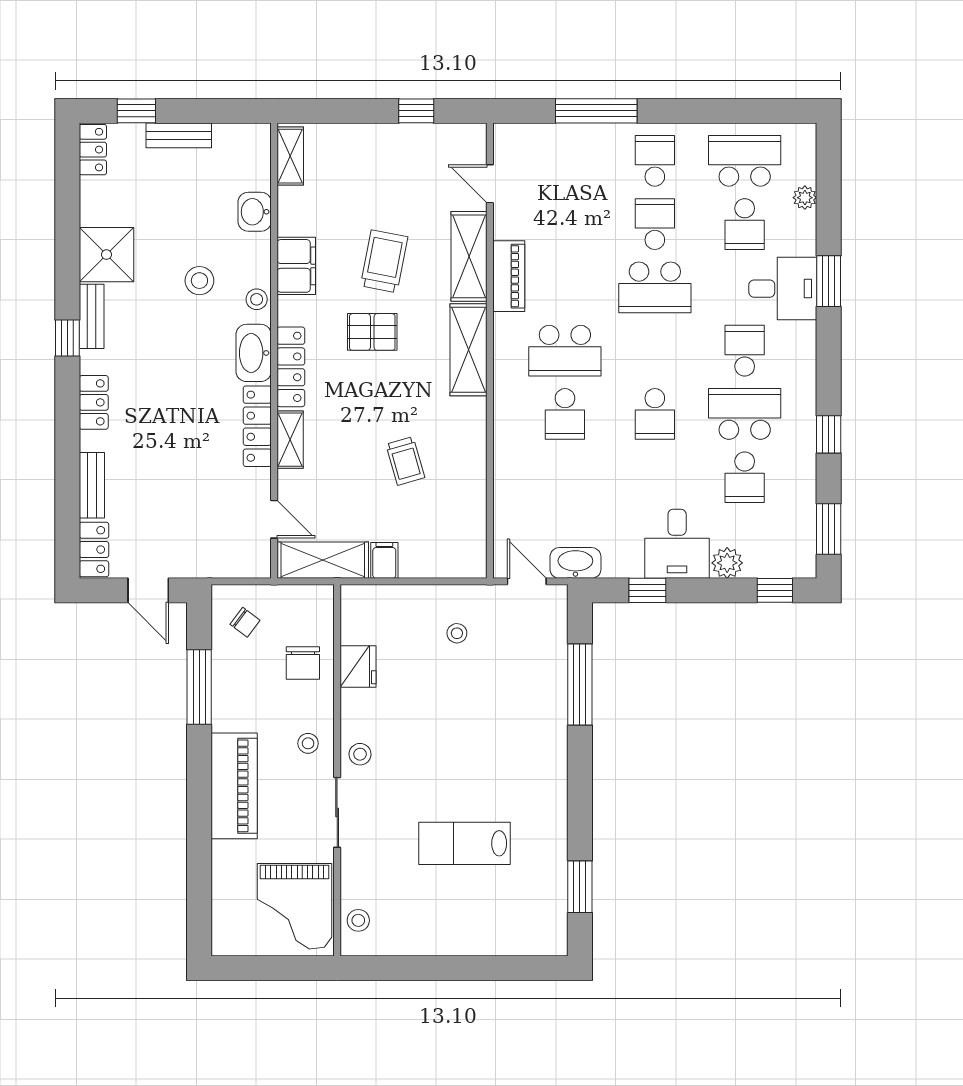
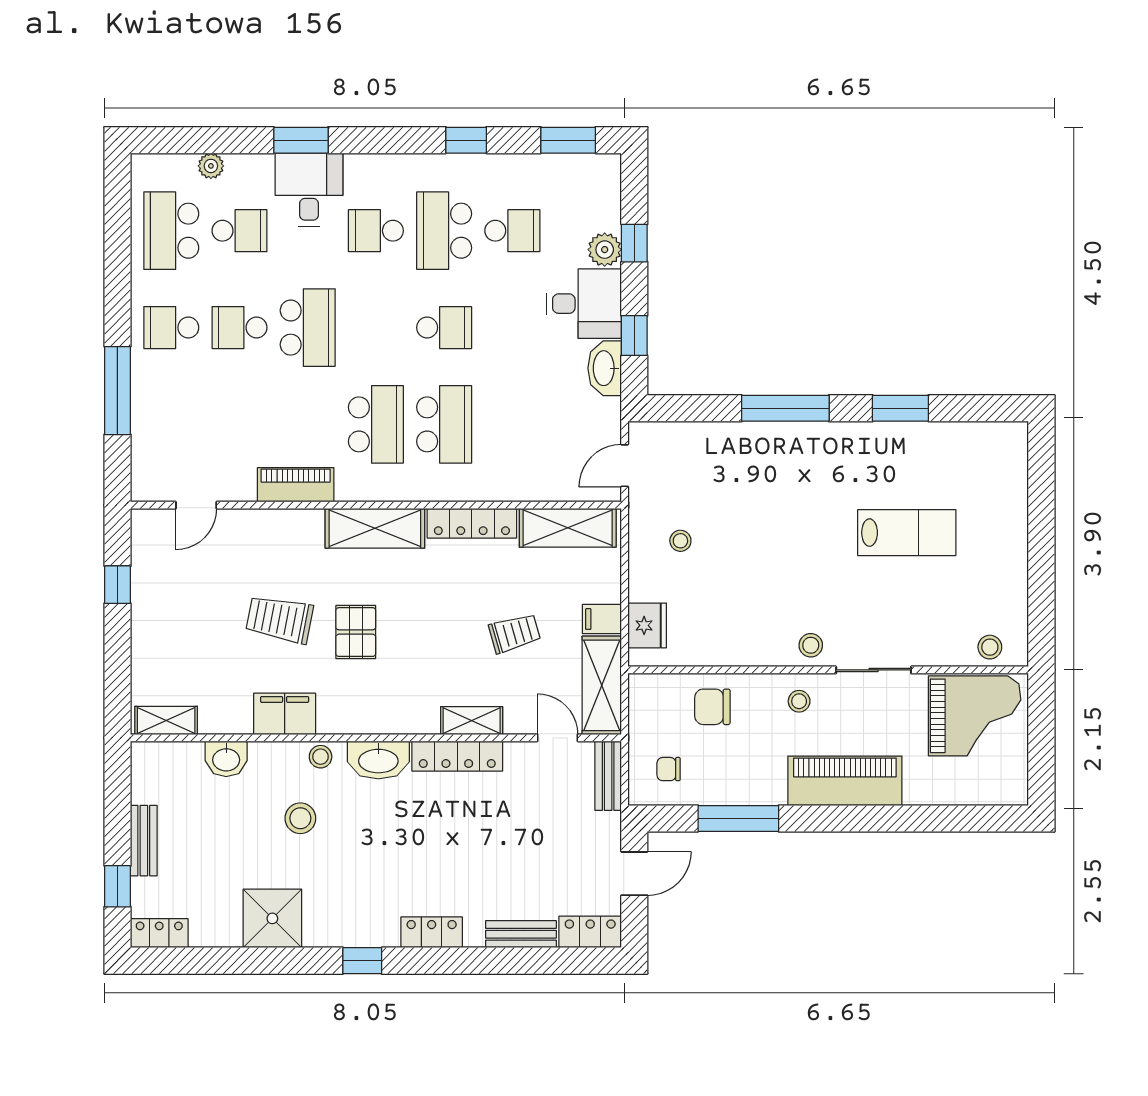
shelving: (469, 256) -> (568, 528), moved
bench: (92, 316) -> (608, 776), moved, turned 90
locker: (291, 367) -> (472, 523), moved, turned 180
school desk: (565, 414) -> (444, 424), width x1.85
trolley: (405, 461) -> (515, 633), moved
door: (274, 519) -> (557, 738), hinge flipped
washbasin: (575, 563) -> (605, 368), moved
window: (775, 590) -> (634, 243), moved
chair: (245, 622) -> (669, 769), turned -127
chair: (303, 663) -> (712, 707), turned 180
fridge: (358, 666) -> (647, 625), moved, turned 90
window: (580, 685) -> (785, 408), moved
lab bench: (465, 843) -> (907, 533), turned -90
window: (580, 887) -> (900, 408), moved

